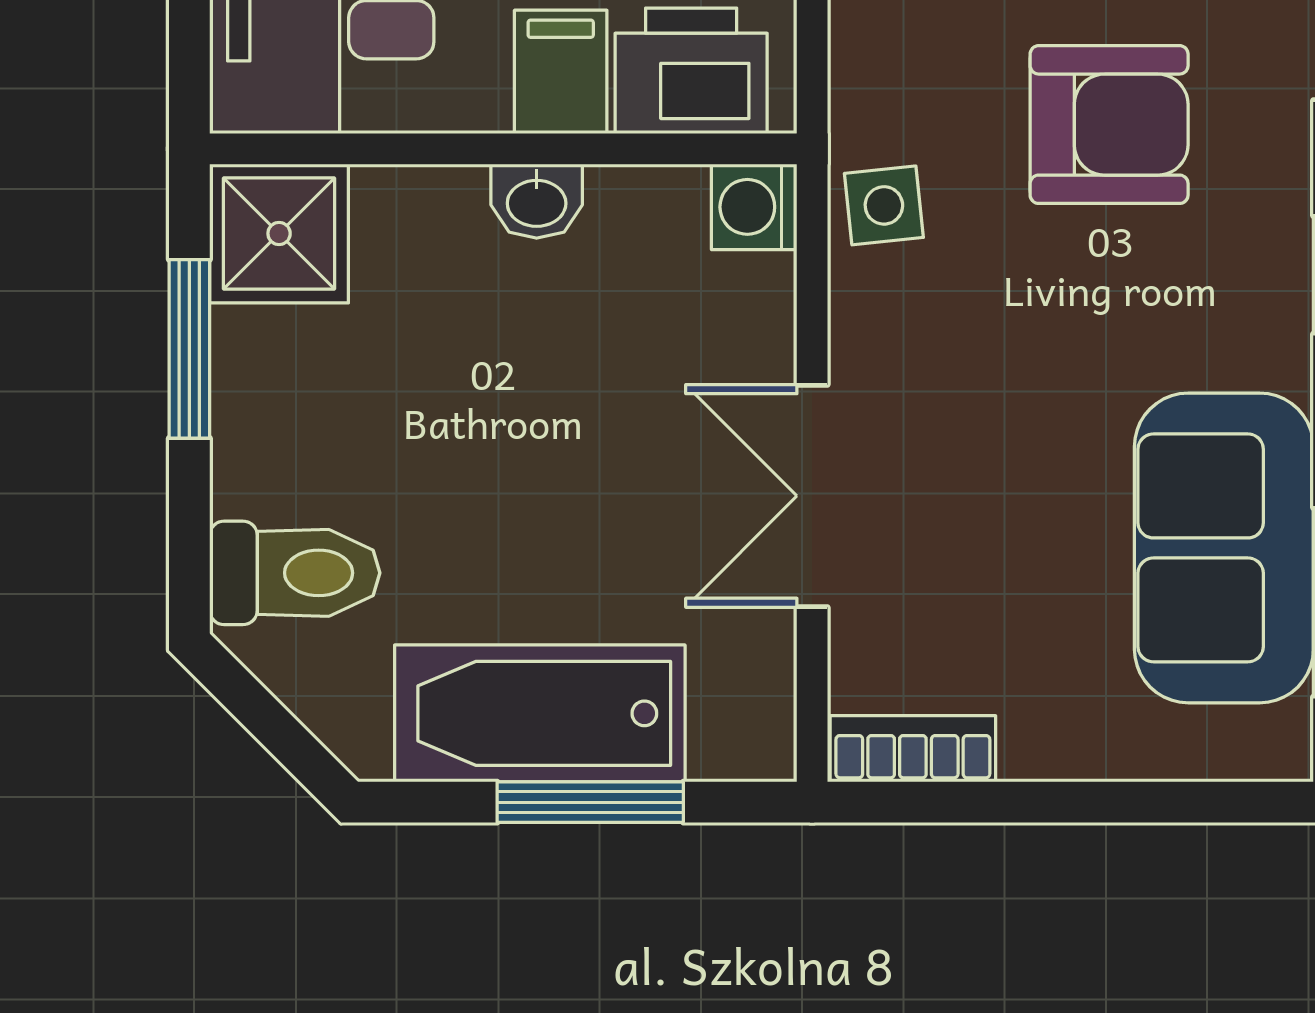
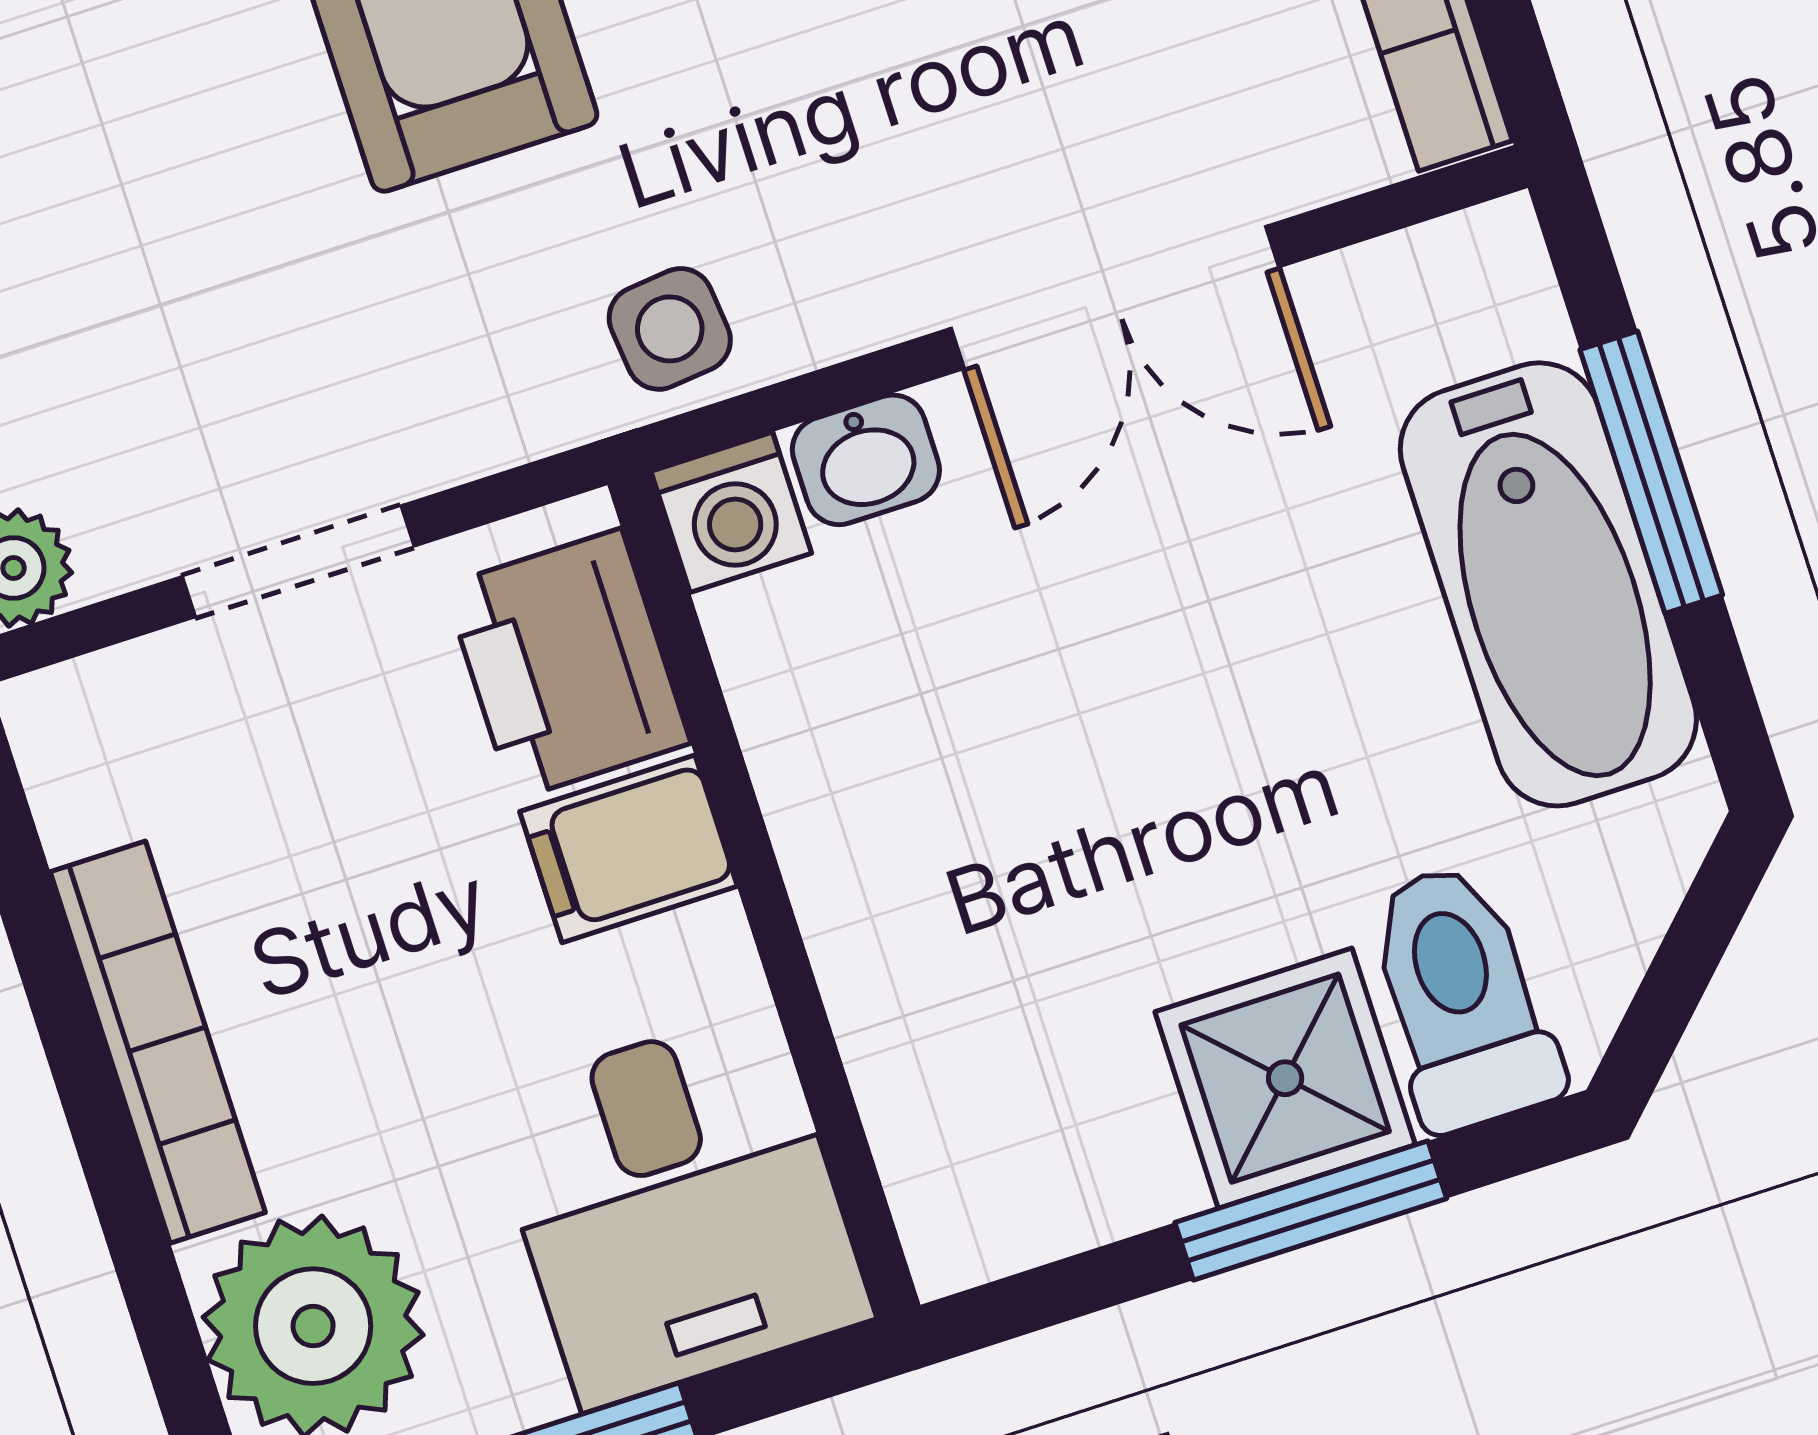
washbasin: (537, 201) -> (866, 460), moved, turned 90
shower: (279, 233) -> (1285, 1078), moved
window: (189, 349) -> (1311, 1210), moved

